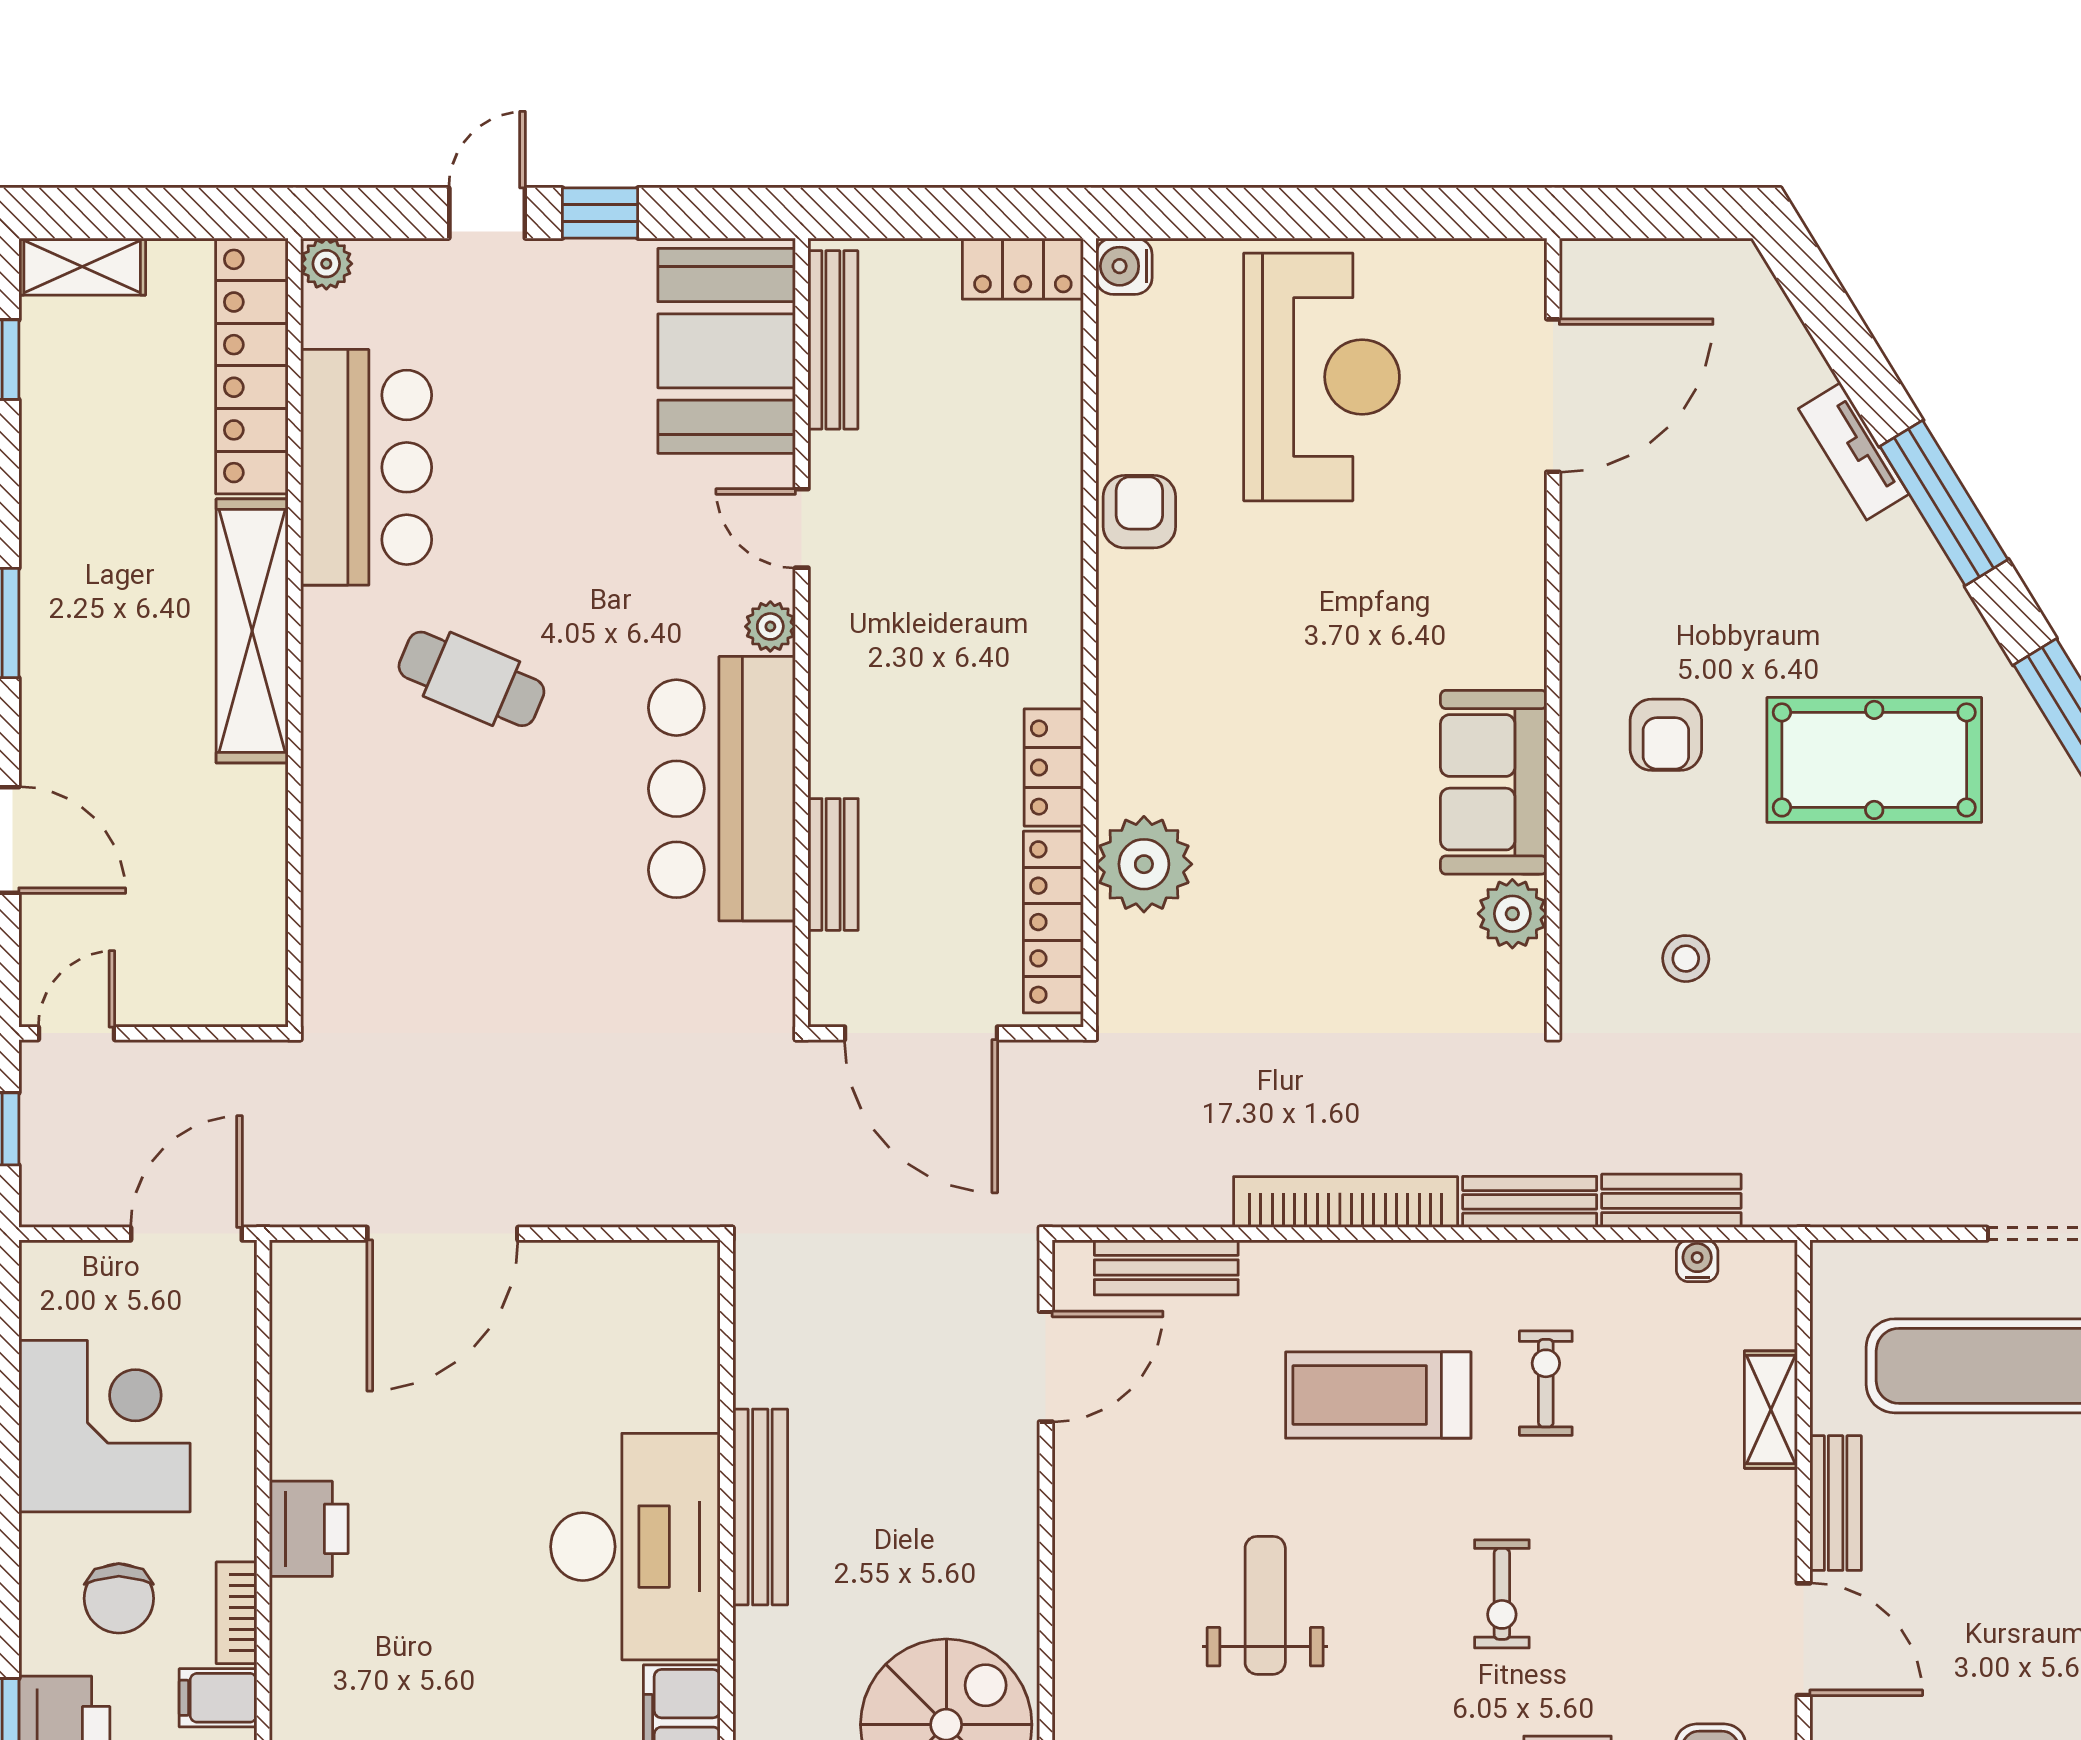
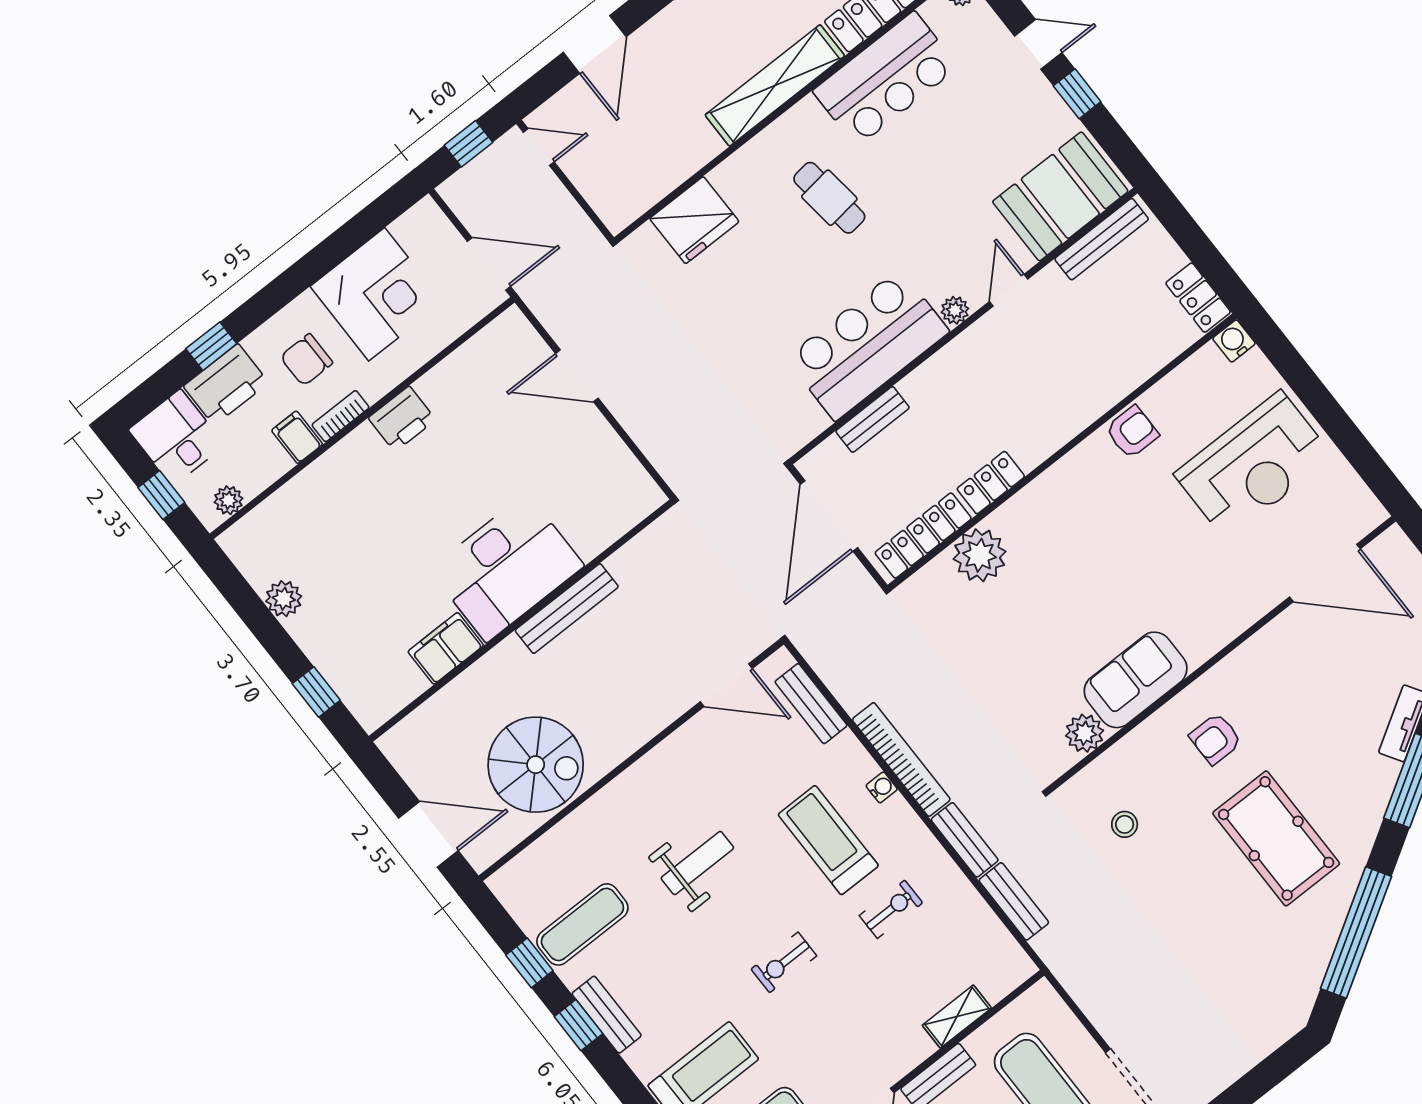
cafe table: (471, 679) -> (829, 198), turned -30
fridge: (353, 895) -> (694, 220), added
door: (442, 1234) -> (577, 376), width x0.73
water cooler: (1697, 1261) -> (882, 787), moved

